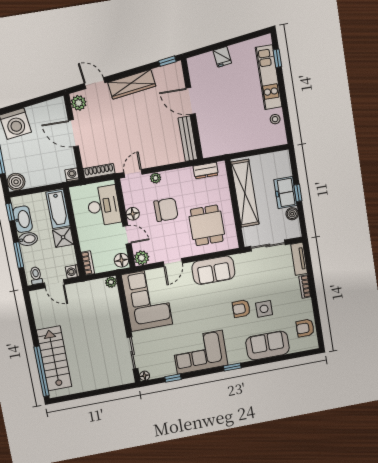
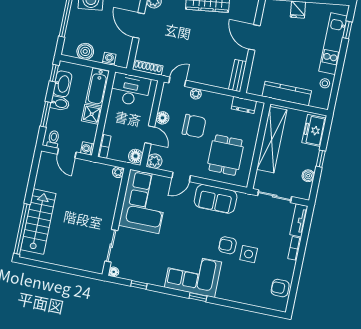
bench: (188, 139) -> (238, 76), width x0.73
kitchen counter: (242, 143) -> (287, 94), added
washing machine: (72, 175) -> (109, 59), moved
boiler: (16, 182) -> (85, 51), moved
freezer: (285, 193) -> (314, 130), moved
desk: (104, 206) -> (130, 90), moved, turned -90
sofa: (268, 345) -> (239, 290), removed
corner sofa: (200, 352) -> (193, 275), moved

